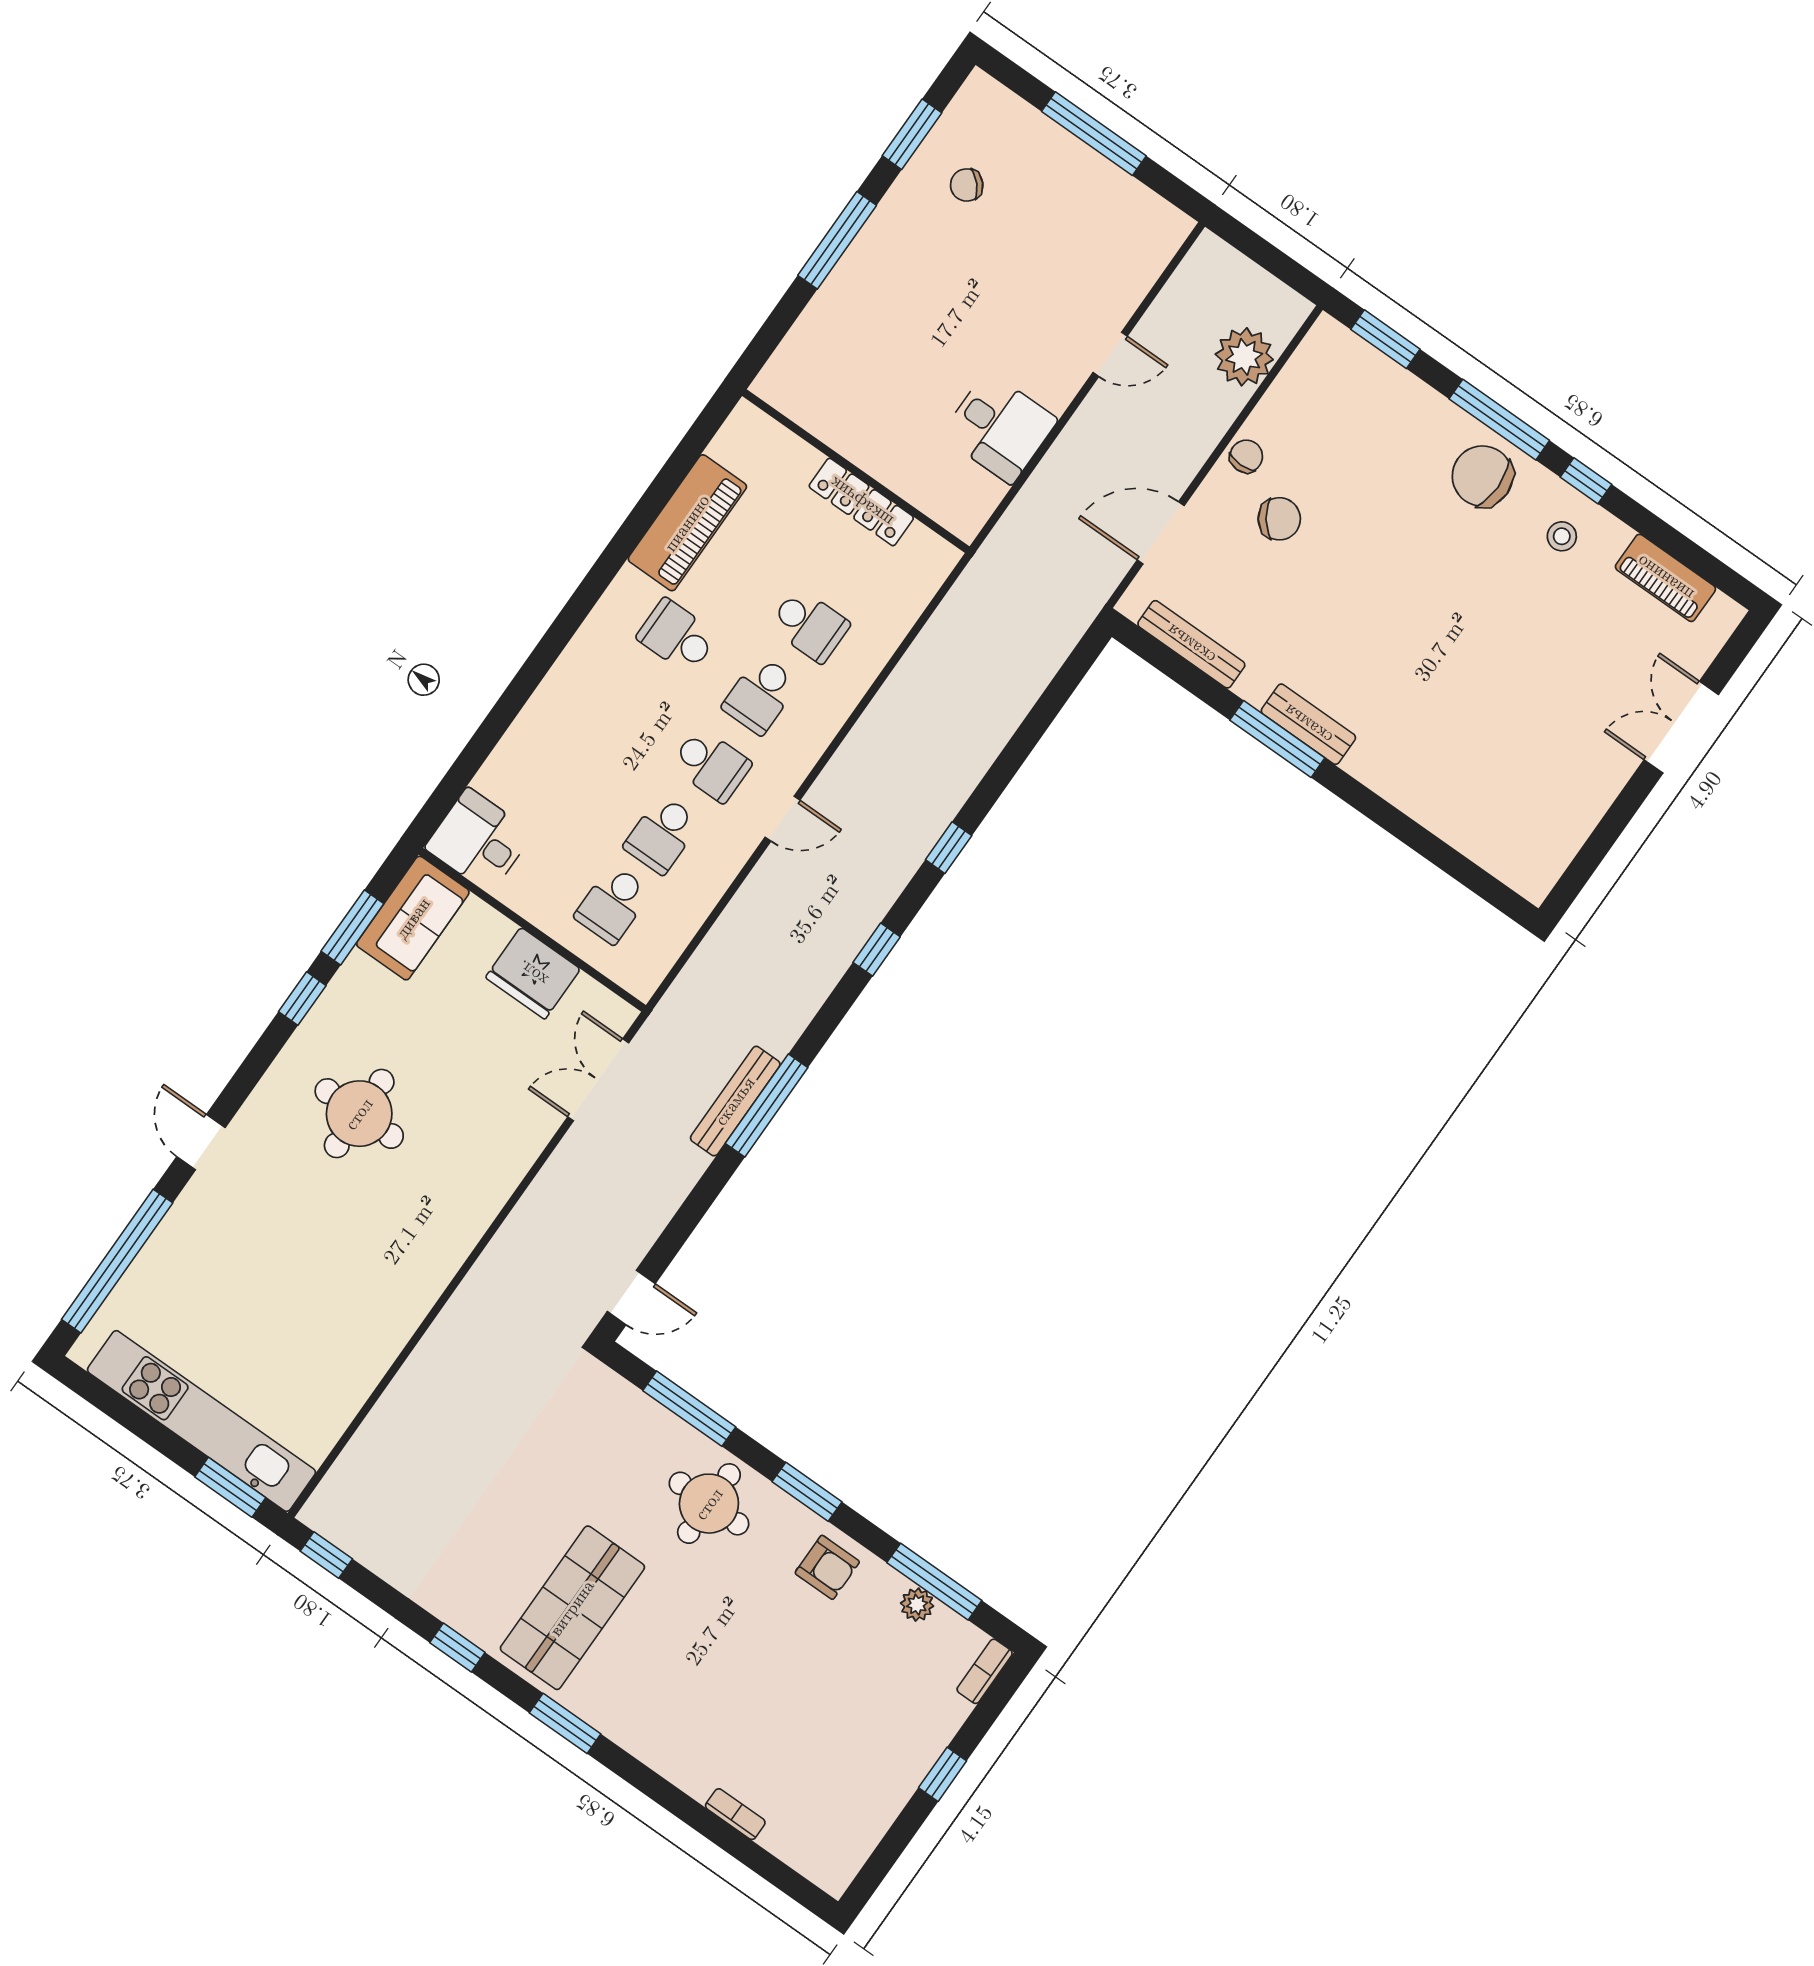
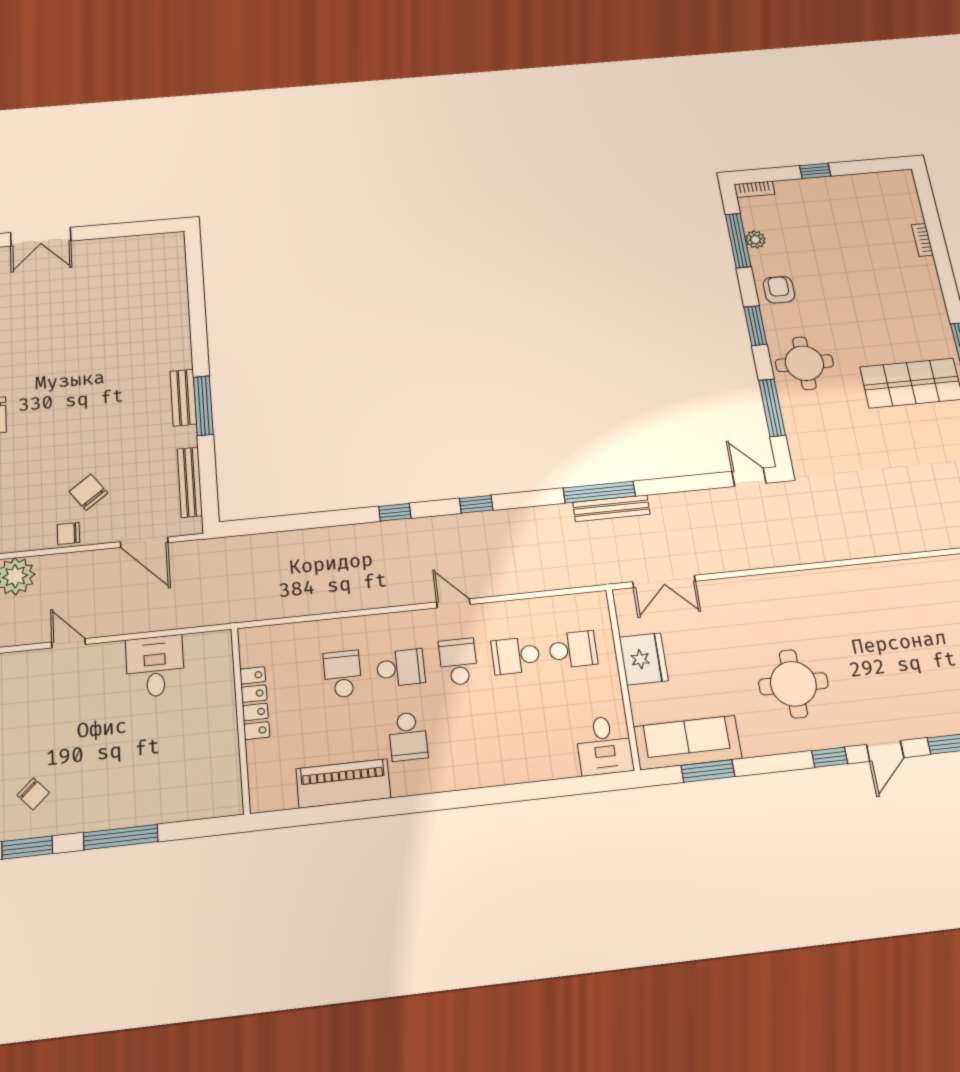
school desk: (662, 834) -> (516, 656), turned 180
sofa: (413, 918) -> (687, 743), width x1.36
window: (302, 999) -> (830, 757), moved

